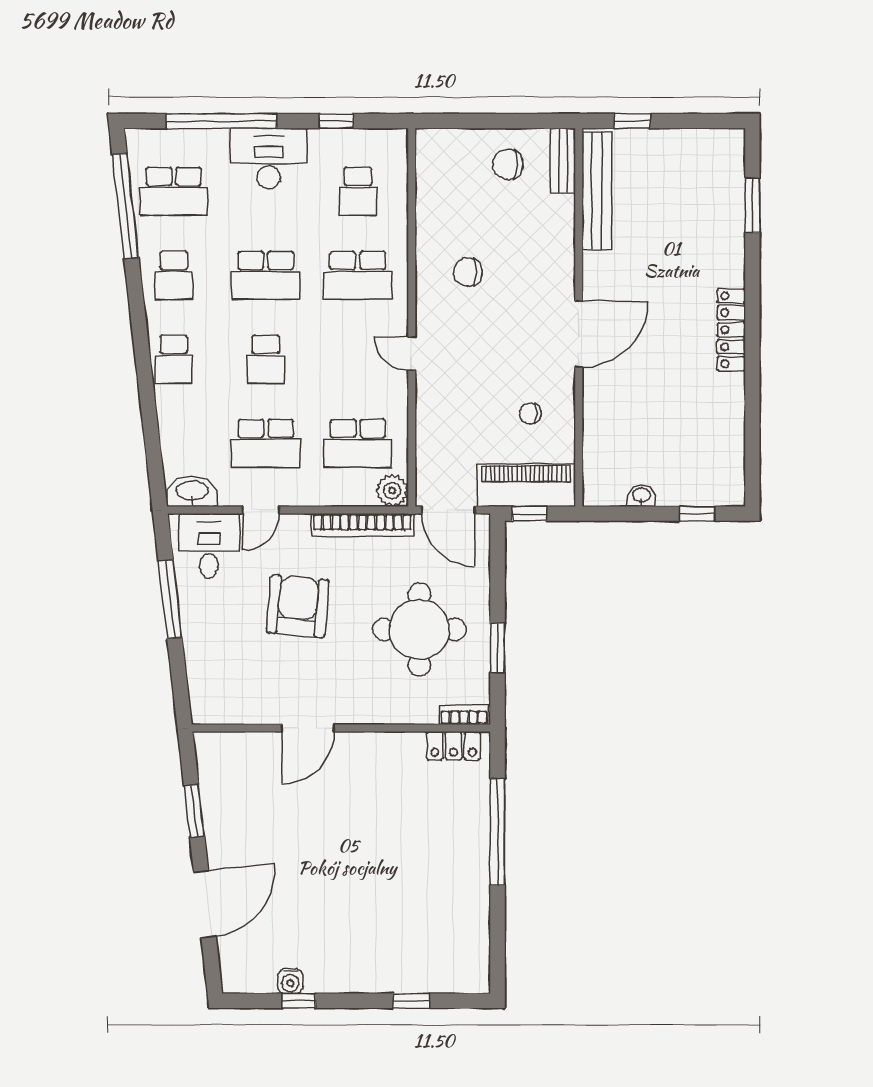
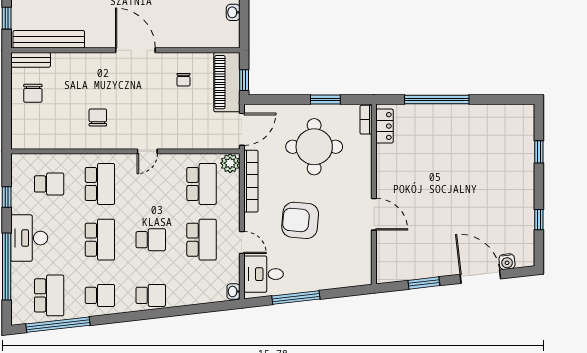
chair: (468, 272) -> (98, 117), turned 180
washbasin: (192, 491) -> (233, 292), width x0.52, depth x0.69
water cooler: (290, 981) -> (507, 262), moved, turned 84

